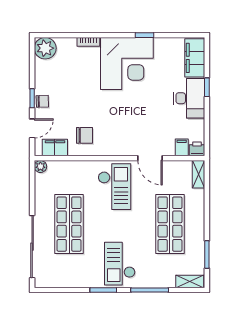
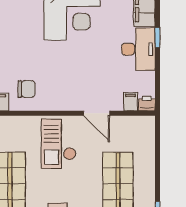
shelving: (198, 174) -> (148, 130), removed
checkout: (114, 187) -> (59, 144), turned 180

